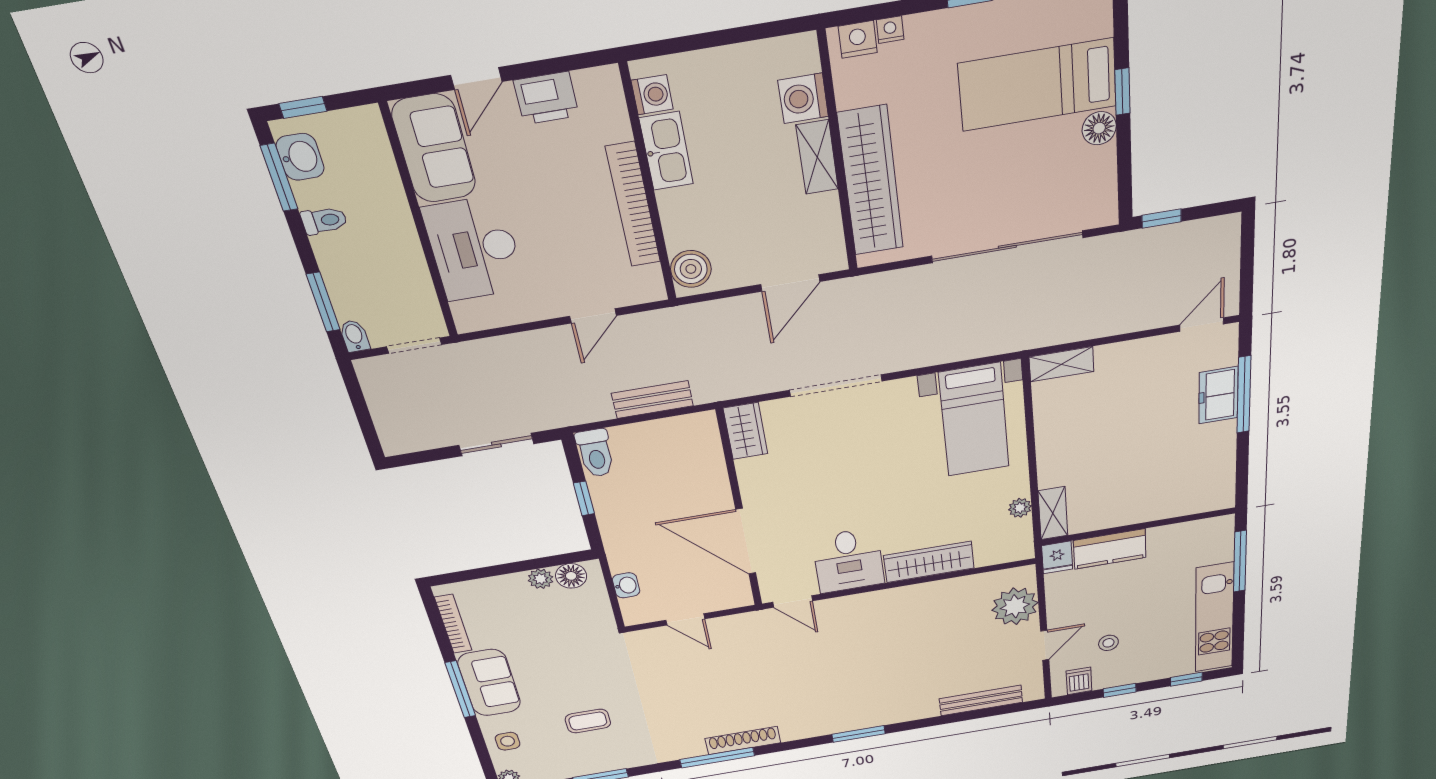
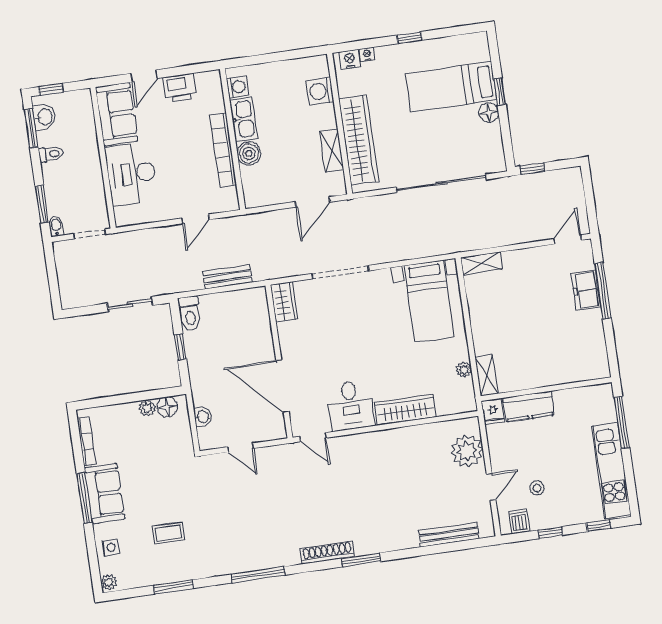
shelving: (817, 157) -> (332, 151), moved
boiler: (691, 269) -> (249, 153), moved
shoe rack: (743, 741) -> (327, 552), moved

